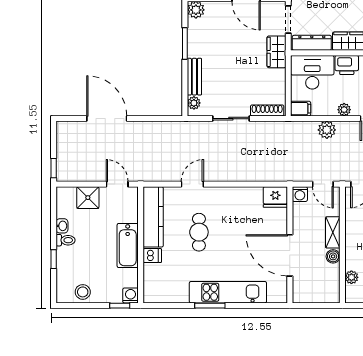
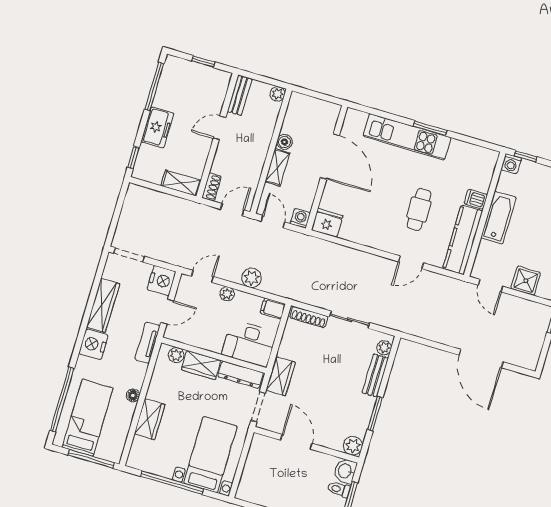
printer: (347, 65) -> (210, 340), removed
plant: (351, 277) -> (277, 94), moved

